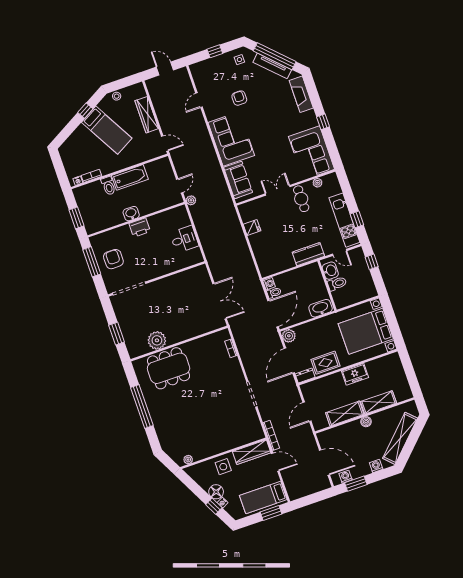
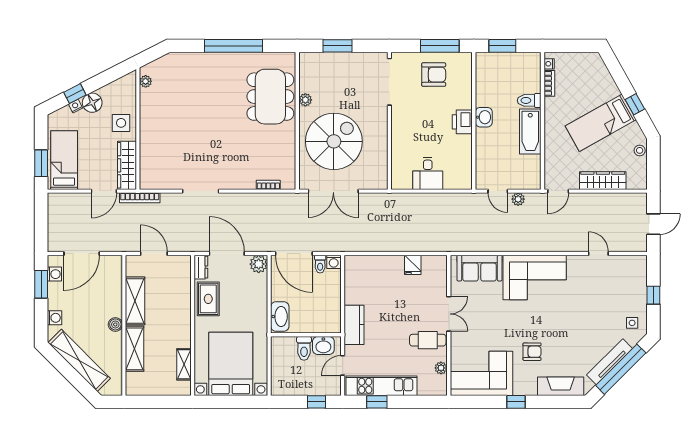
armchair: (239, 98) -> (532, 352), moved
plant: (191, 200) -> (518, 199), moved
spiral stairs: (185, 313) -> (334, 141), added
plant: (157, 340) -> (305, 100), width x0.53, depth x0.53
shelving: (377, 364) -> (184, 364), added
freezer: (355, 374) -> (181, 331), removed

